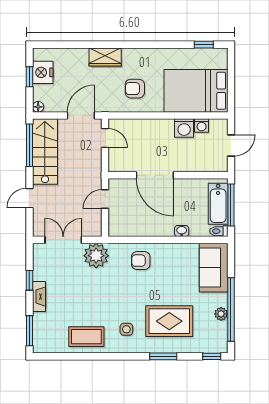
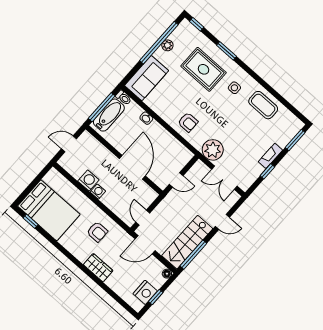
bed: (196, 91) -> (49, 210), moved
washing machine: (202, 125) -> (98, 192), moved

